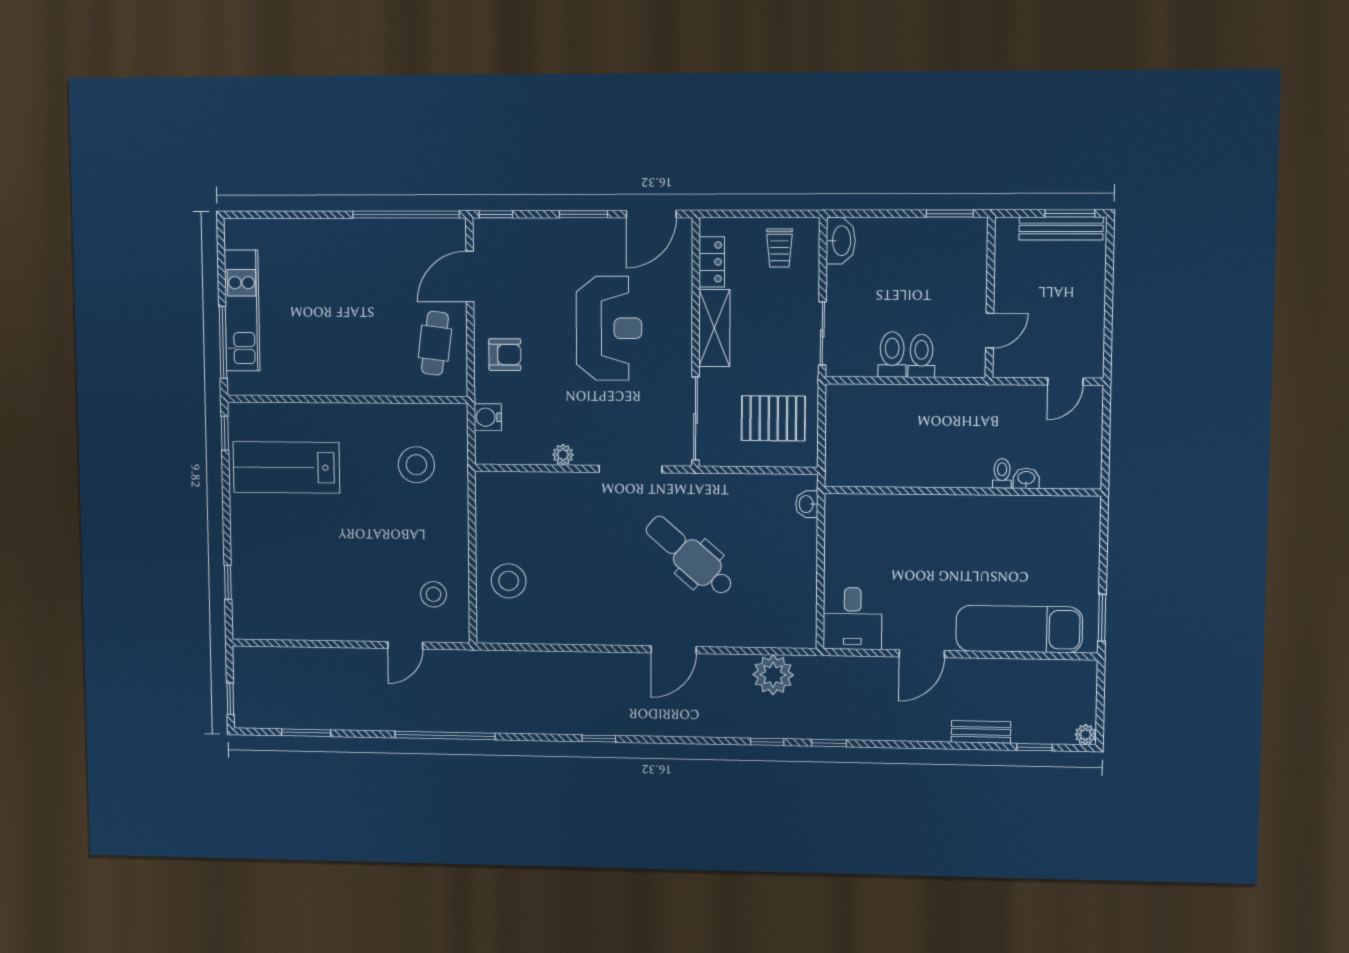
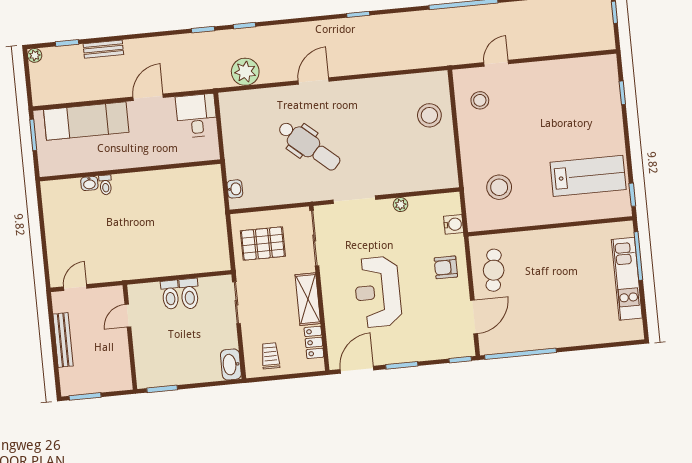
bench: (1061, 228) -> (63, 340), moved, turned 90
toilet: (1002, 473) -> (105, 185), moved
washbasin: (1026, 478) -> (89, 183), moved
wall: (962, 491) -> (130, 170), moved

